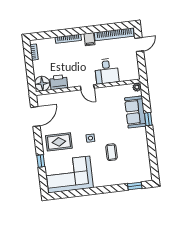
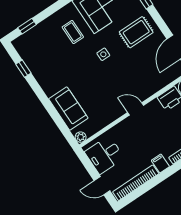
door: (139, 45) -> (102, 186), hinge flipped
desk: (107, 71) -> (104, 155), moved, turned -90
window: (148, 119) -> (23, 69), moved
coffee table: (111, 152) -> (73, 32), moved

